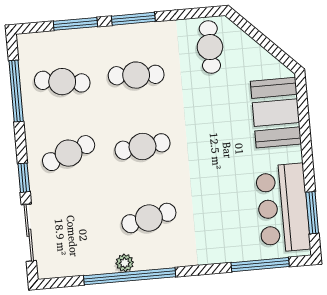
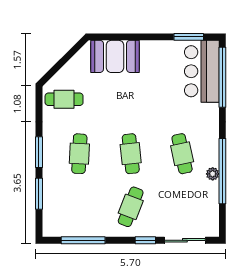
cafe table: (62, 82) -> (79, 207), removed
cafe table: (69, 153) -> (131, 207), turned 42
bar counter: (283, 208) -> (202, 71), moved, turned 90
window: (260, 265) -> (222, 77), width x1.46

